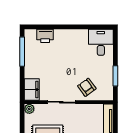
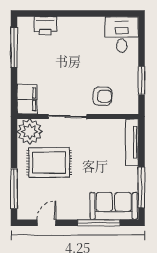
armchair: (87, 87) -> (102, 96), turned 129
plant: (29, 109) -> (30, 131), width x1.87, depth x1.87

